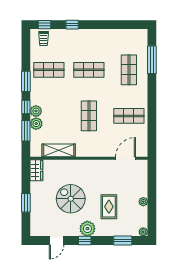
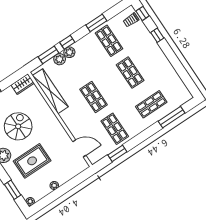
window: (26, 81) -> (96, 23), moved
shop shelf: (89, 116) -> (94, 97), turned 90
window: (152, 128) -> (117, 153), added
shelving: (59, 150) -> (50, 91), width x1.47
rug: (109, 207) -> (32, 161), width x1.36, depth x1.43

